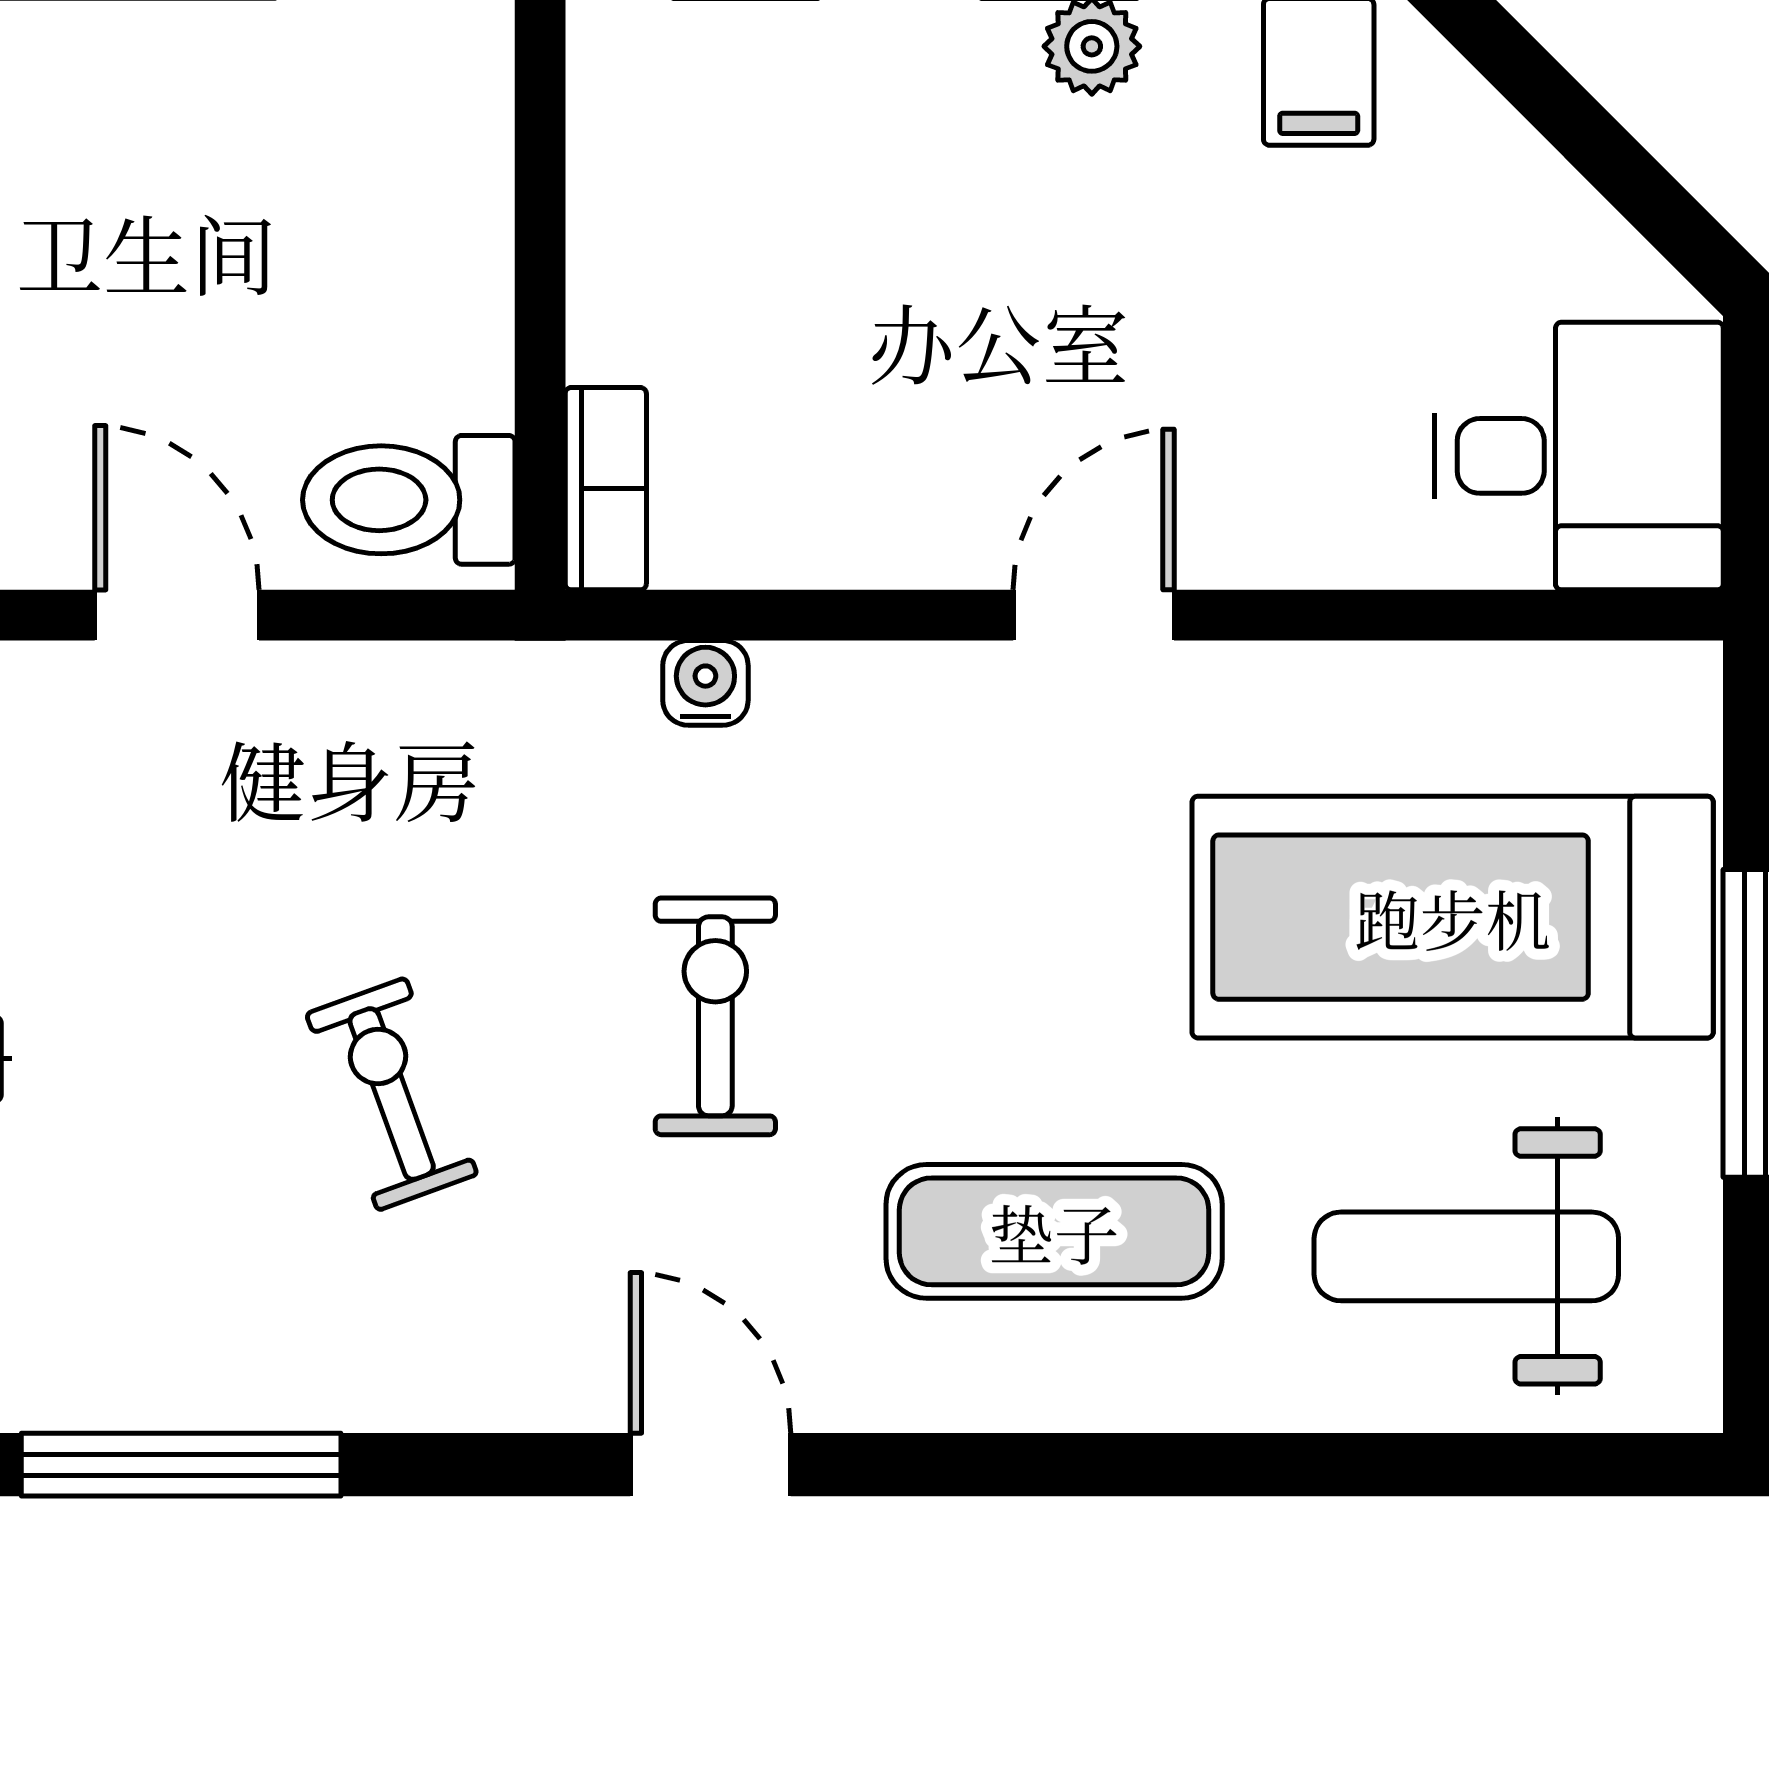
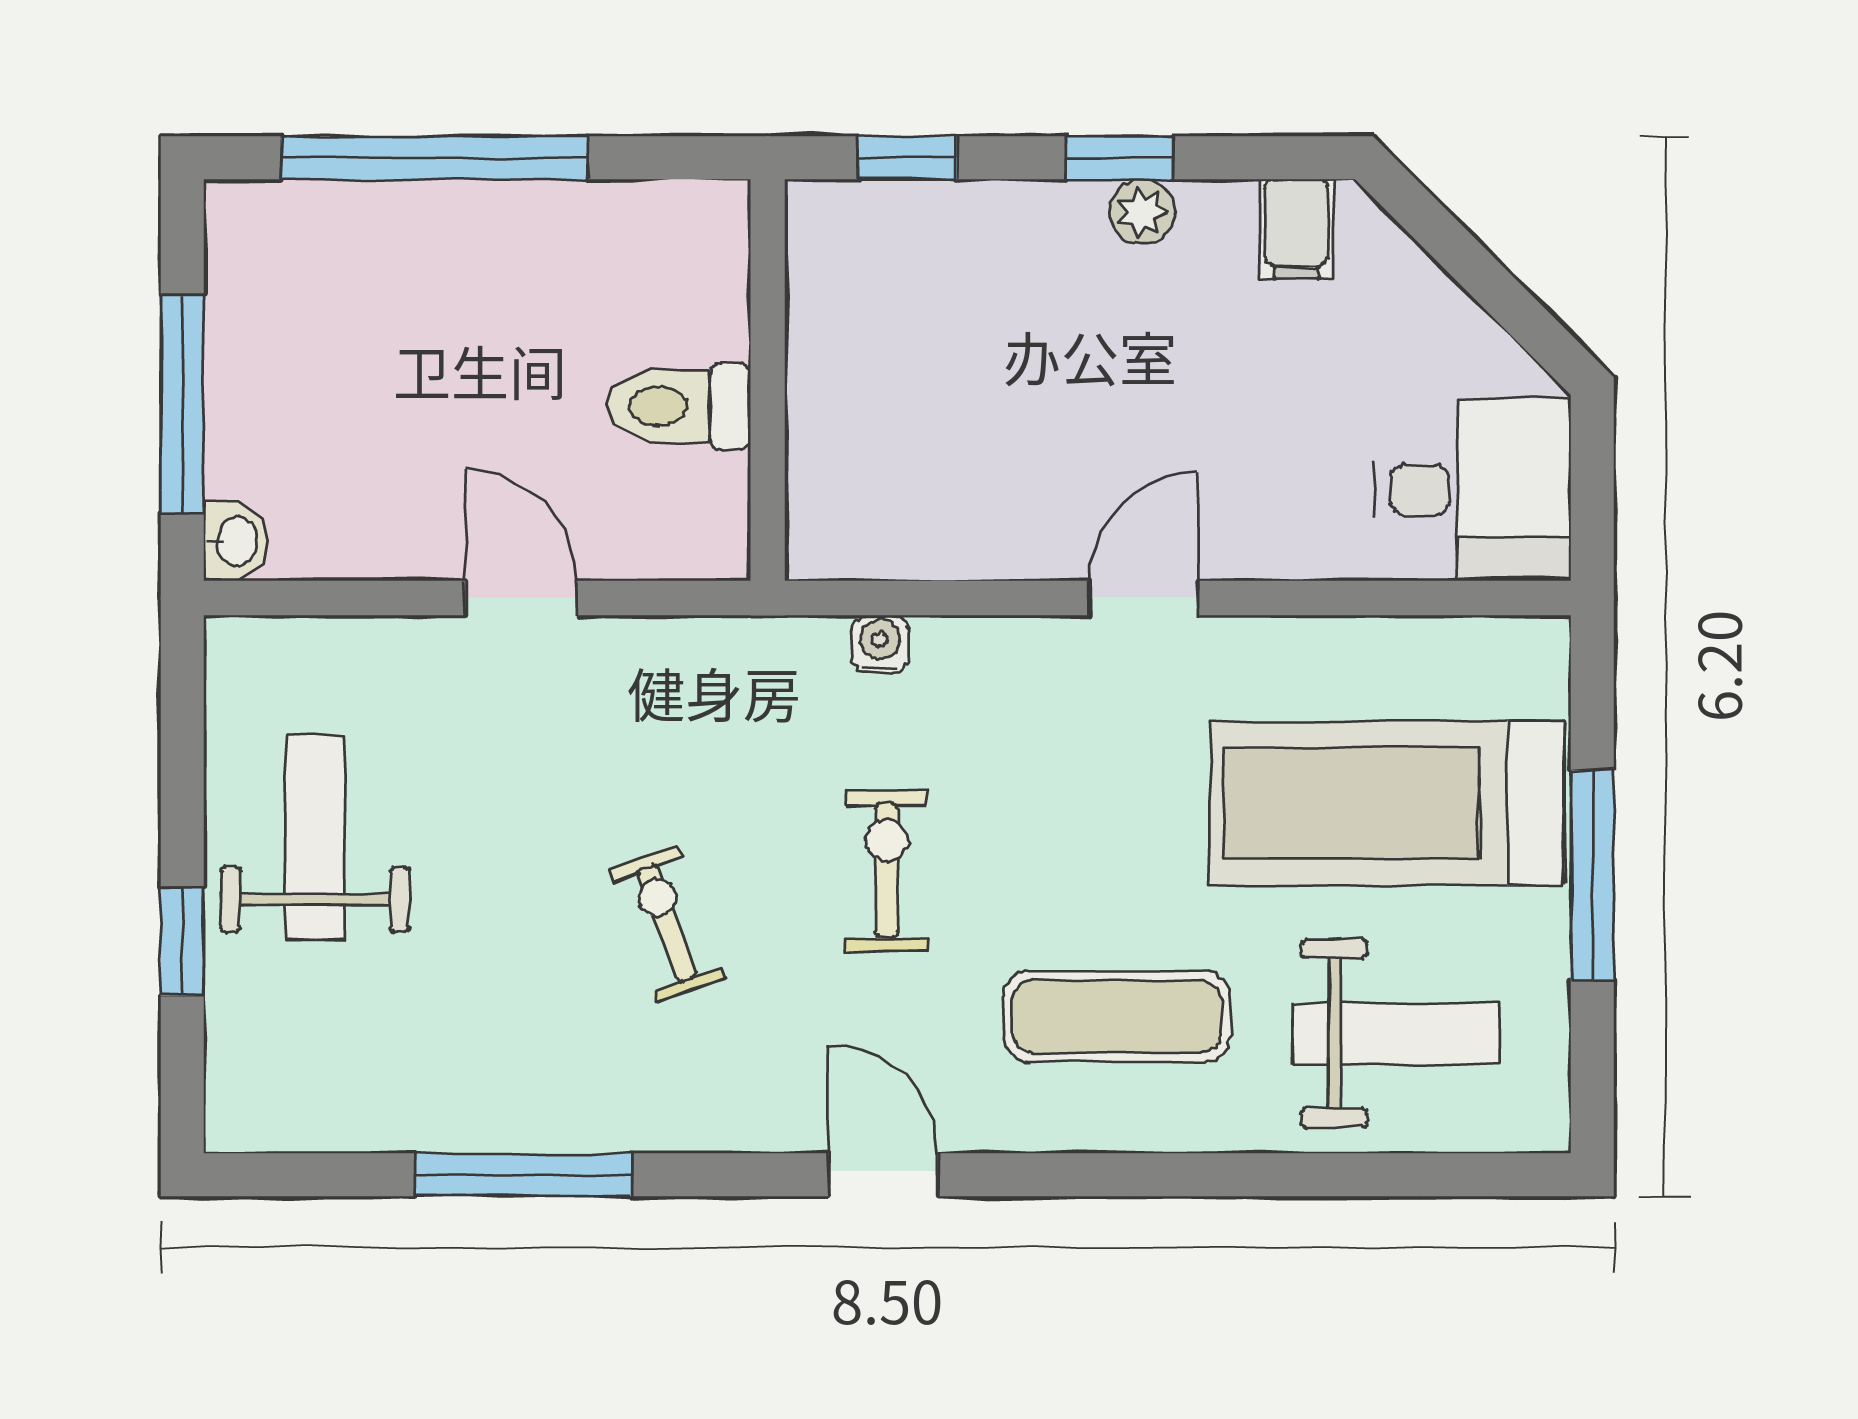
bookcase: (606, 489) -> (812, 512), removed
toilet: (409, 500) -> (678, 406), moved
weight bench: (1466, 1256) -> (1397, 1033), turned 180

